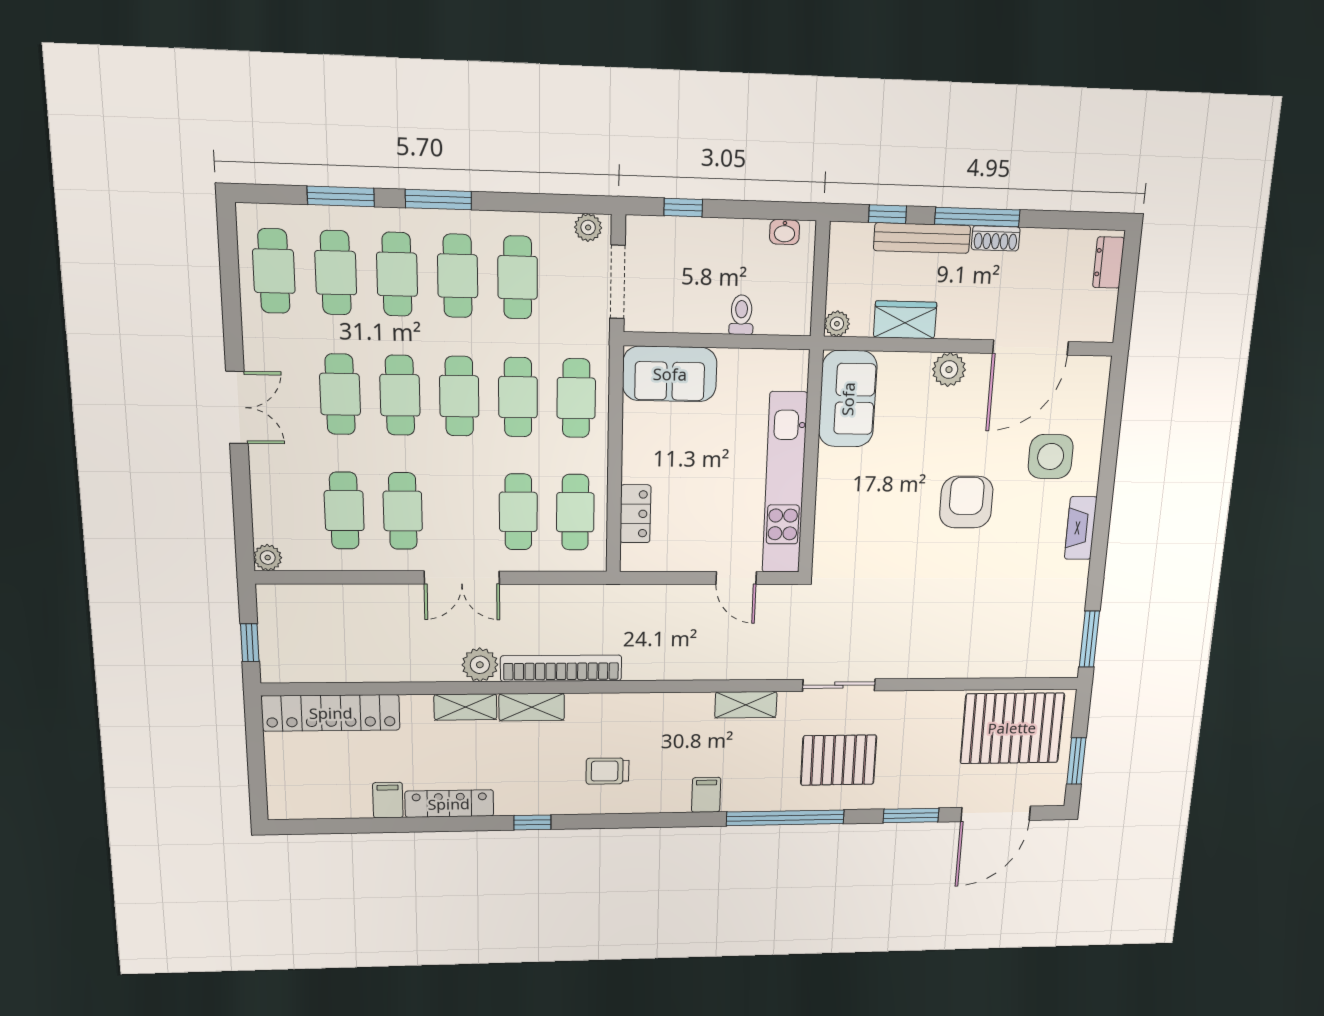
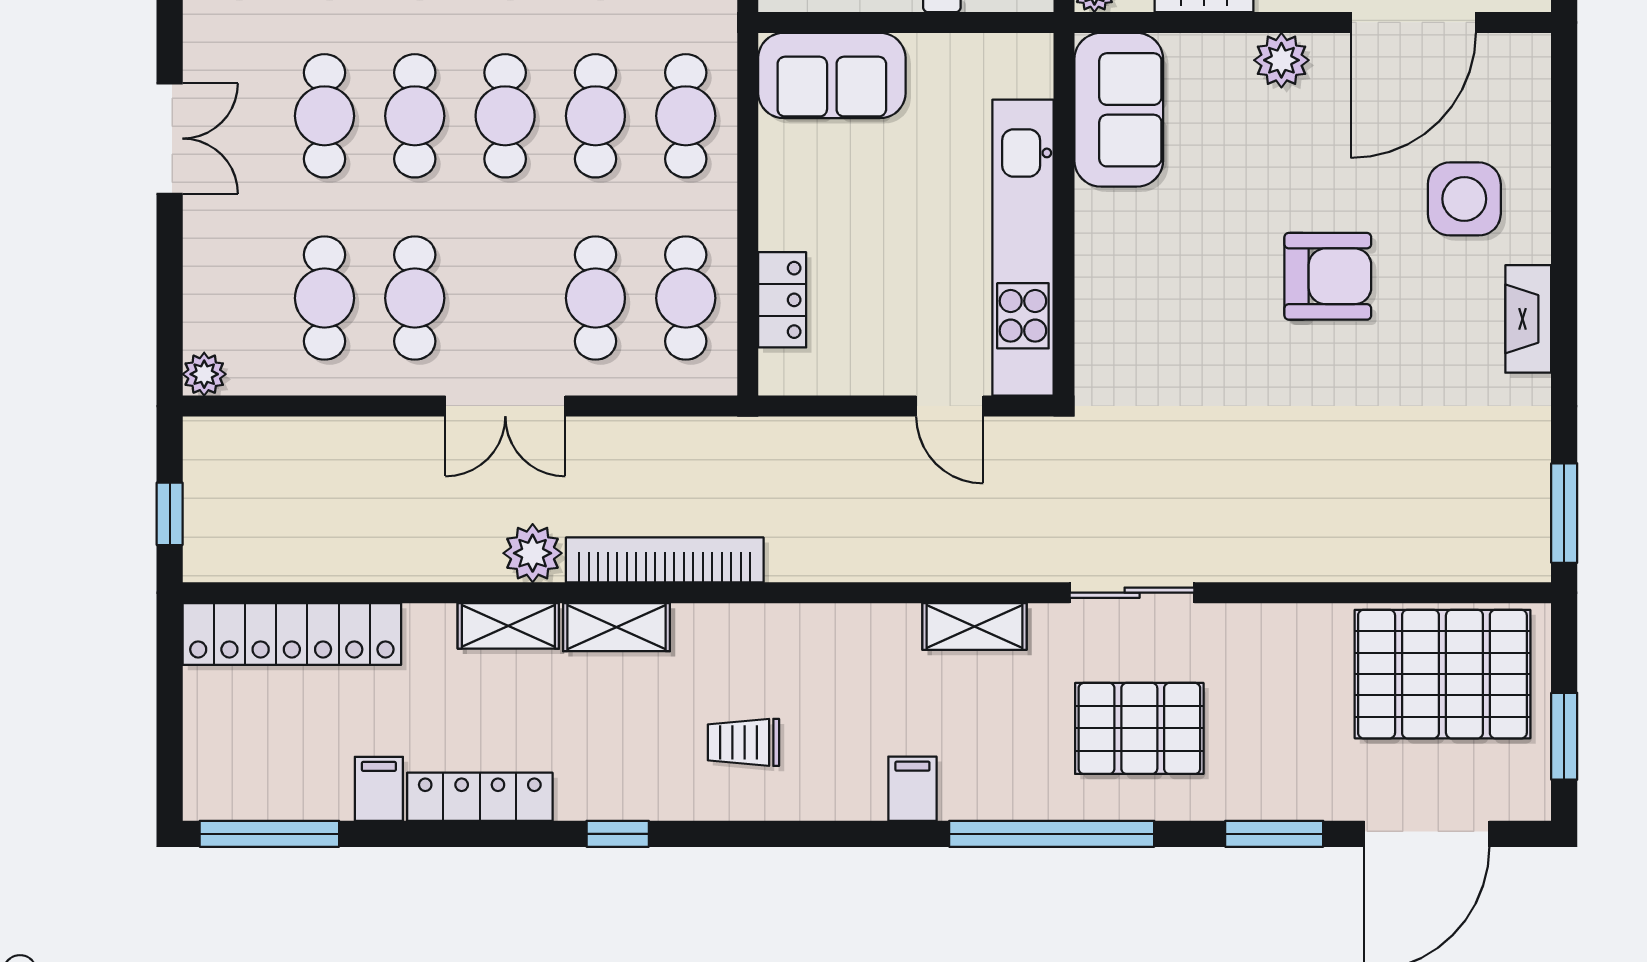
armchair: (966, 502) -> (1328, 276), turned 90
window: (321, 826) -> (269, 834), added

